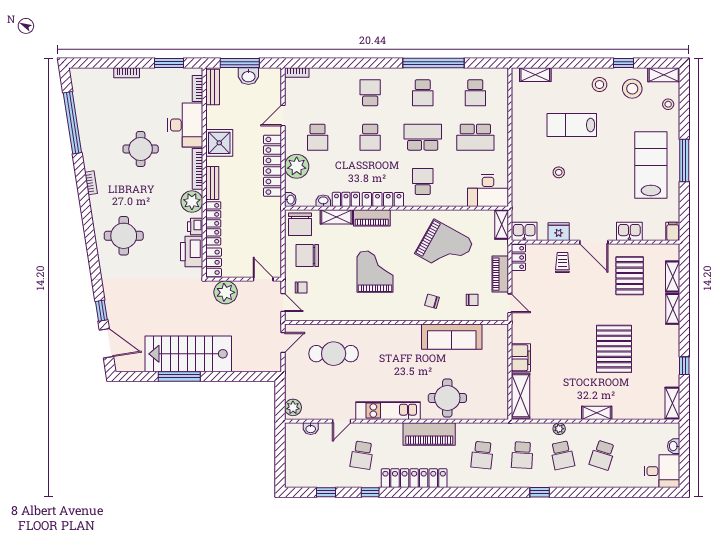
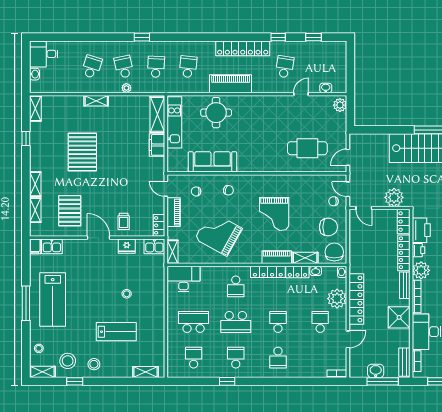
window: (433, 63) -> (227, 381), width x0.32
kitchen sink: (629, 231) -> (52, 246), moved
kitchen unit: (388, 411) -> (174, 122), moved, turned -90

